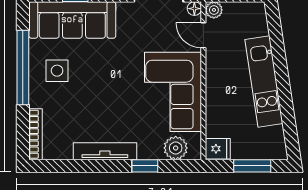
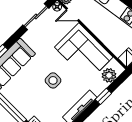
side table: (57, 71) -> (53, 80), moved

